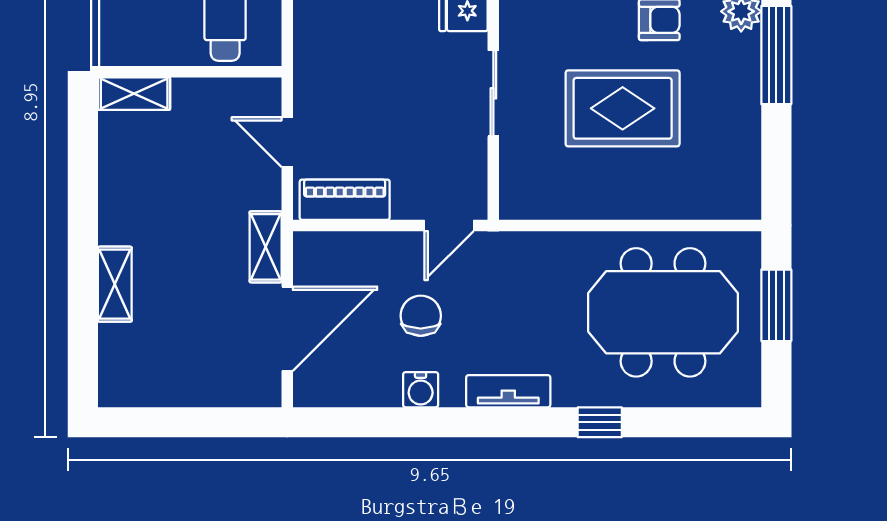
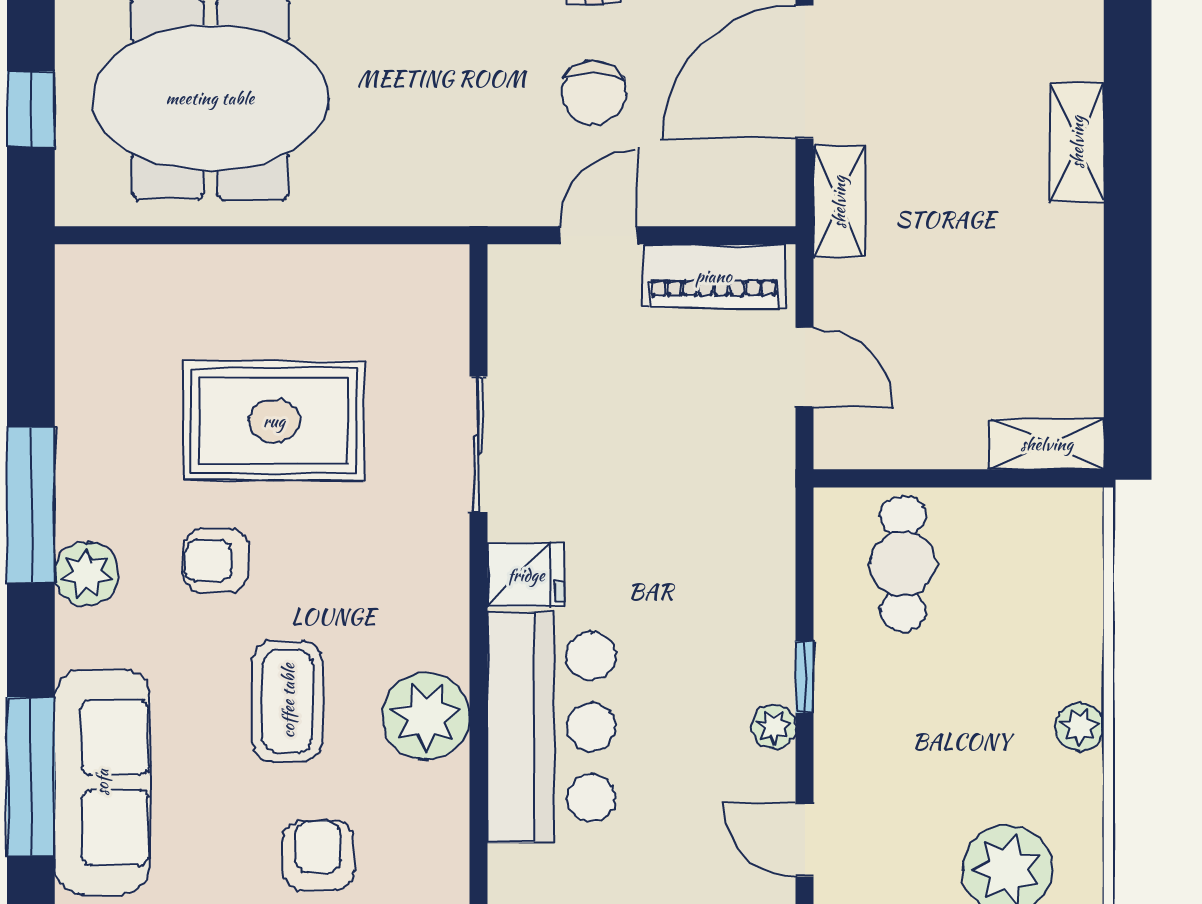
door: (449, 225) -> (598, 235), moved
window: (776, 305) -> (31, 109), width x0.67

